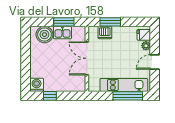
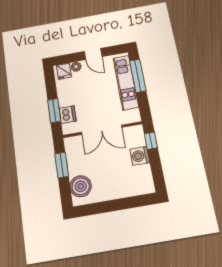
kitchen sink: (62, 33) -> (75, 164), removed
washing machine: (37, 85) -> (140, 156), moved
window: (50, 96) -> (151, 141), moved

